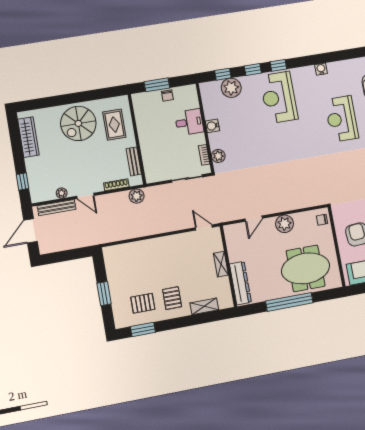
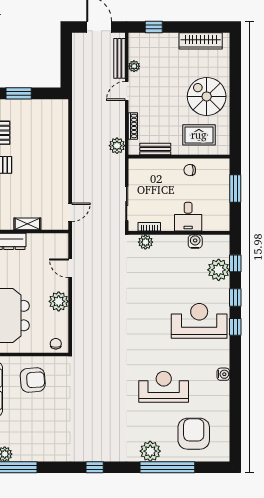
chair: (167, 95) -> (190, 170), moved
water cooler: (212, 126) -> (195, 242), moved

